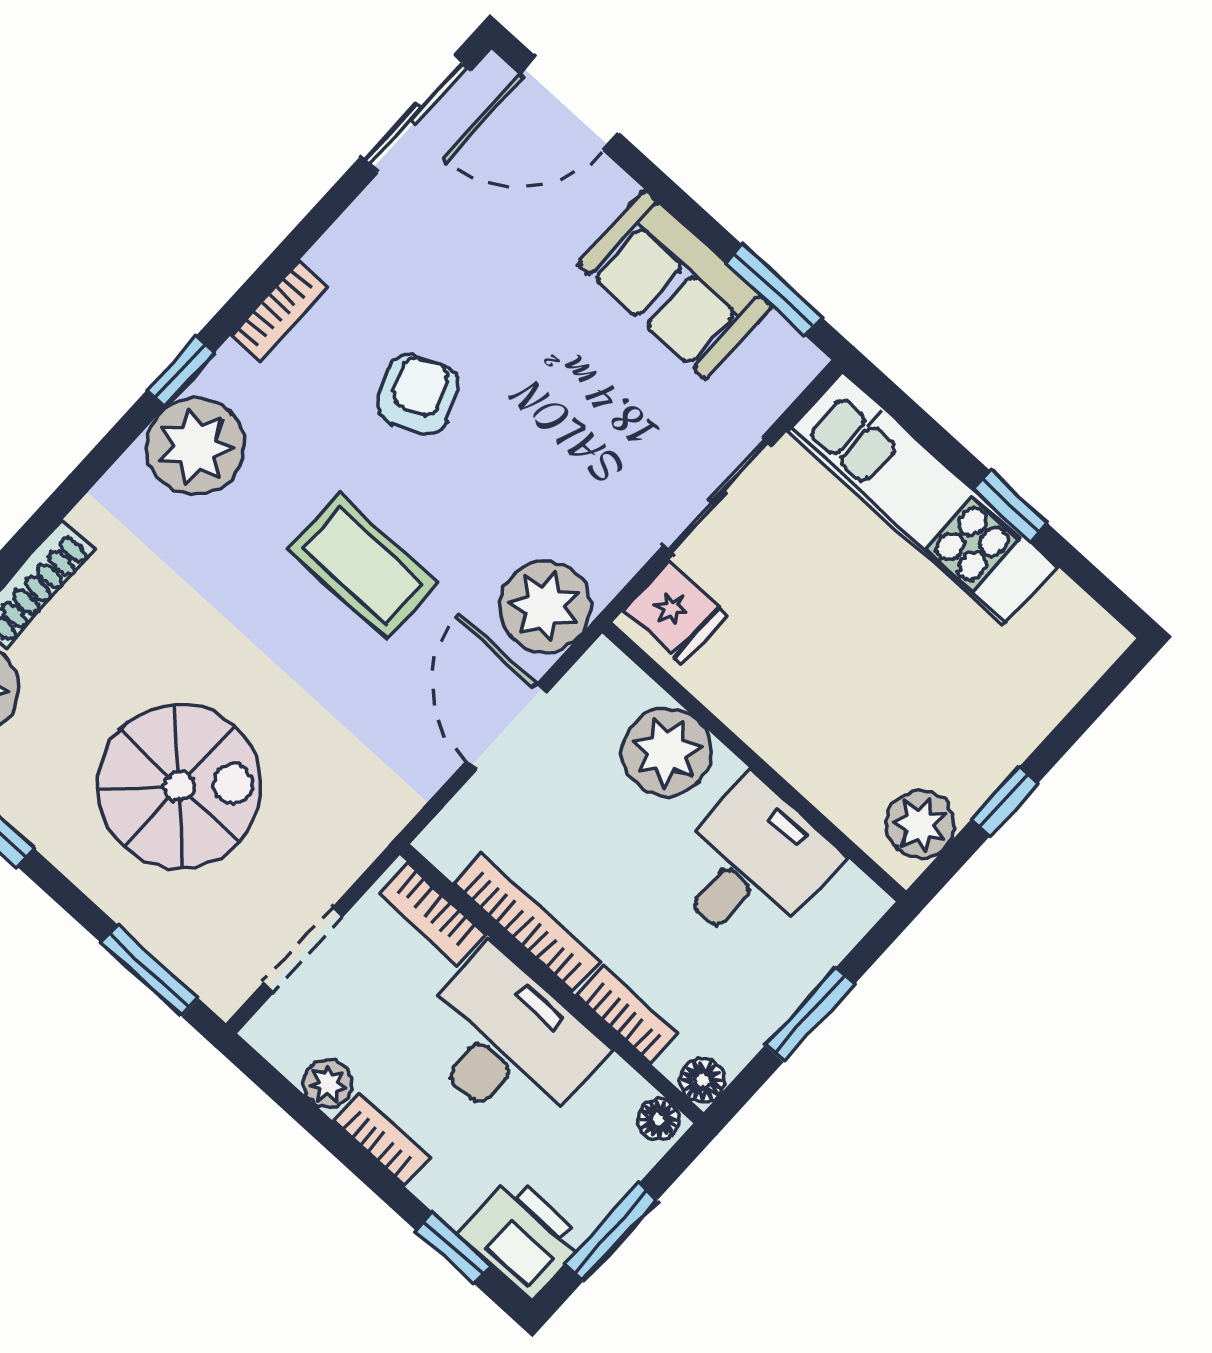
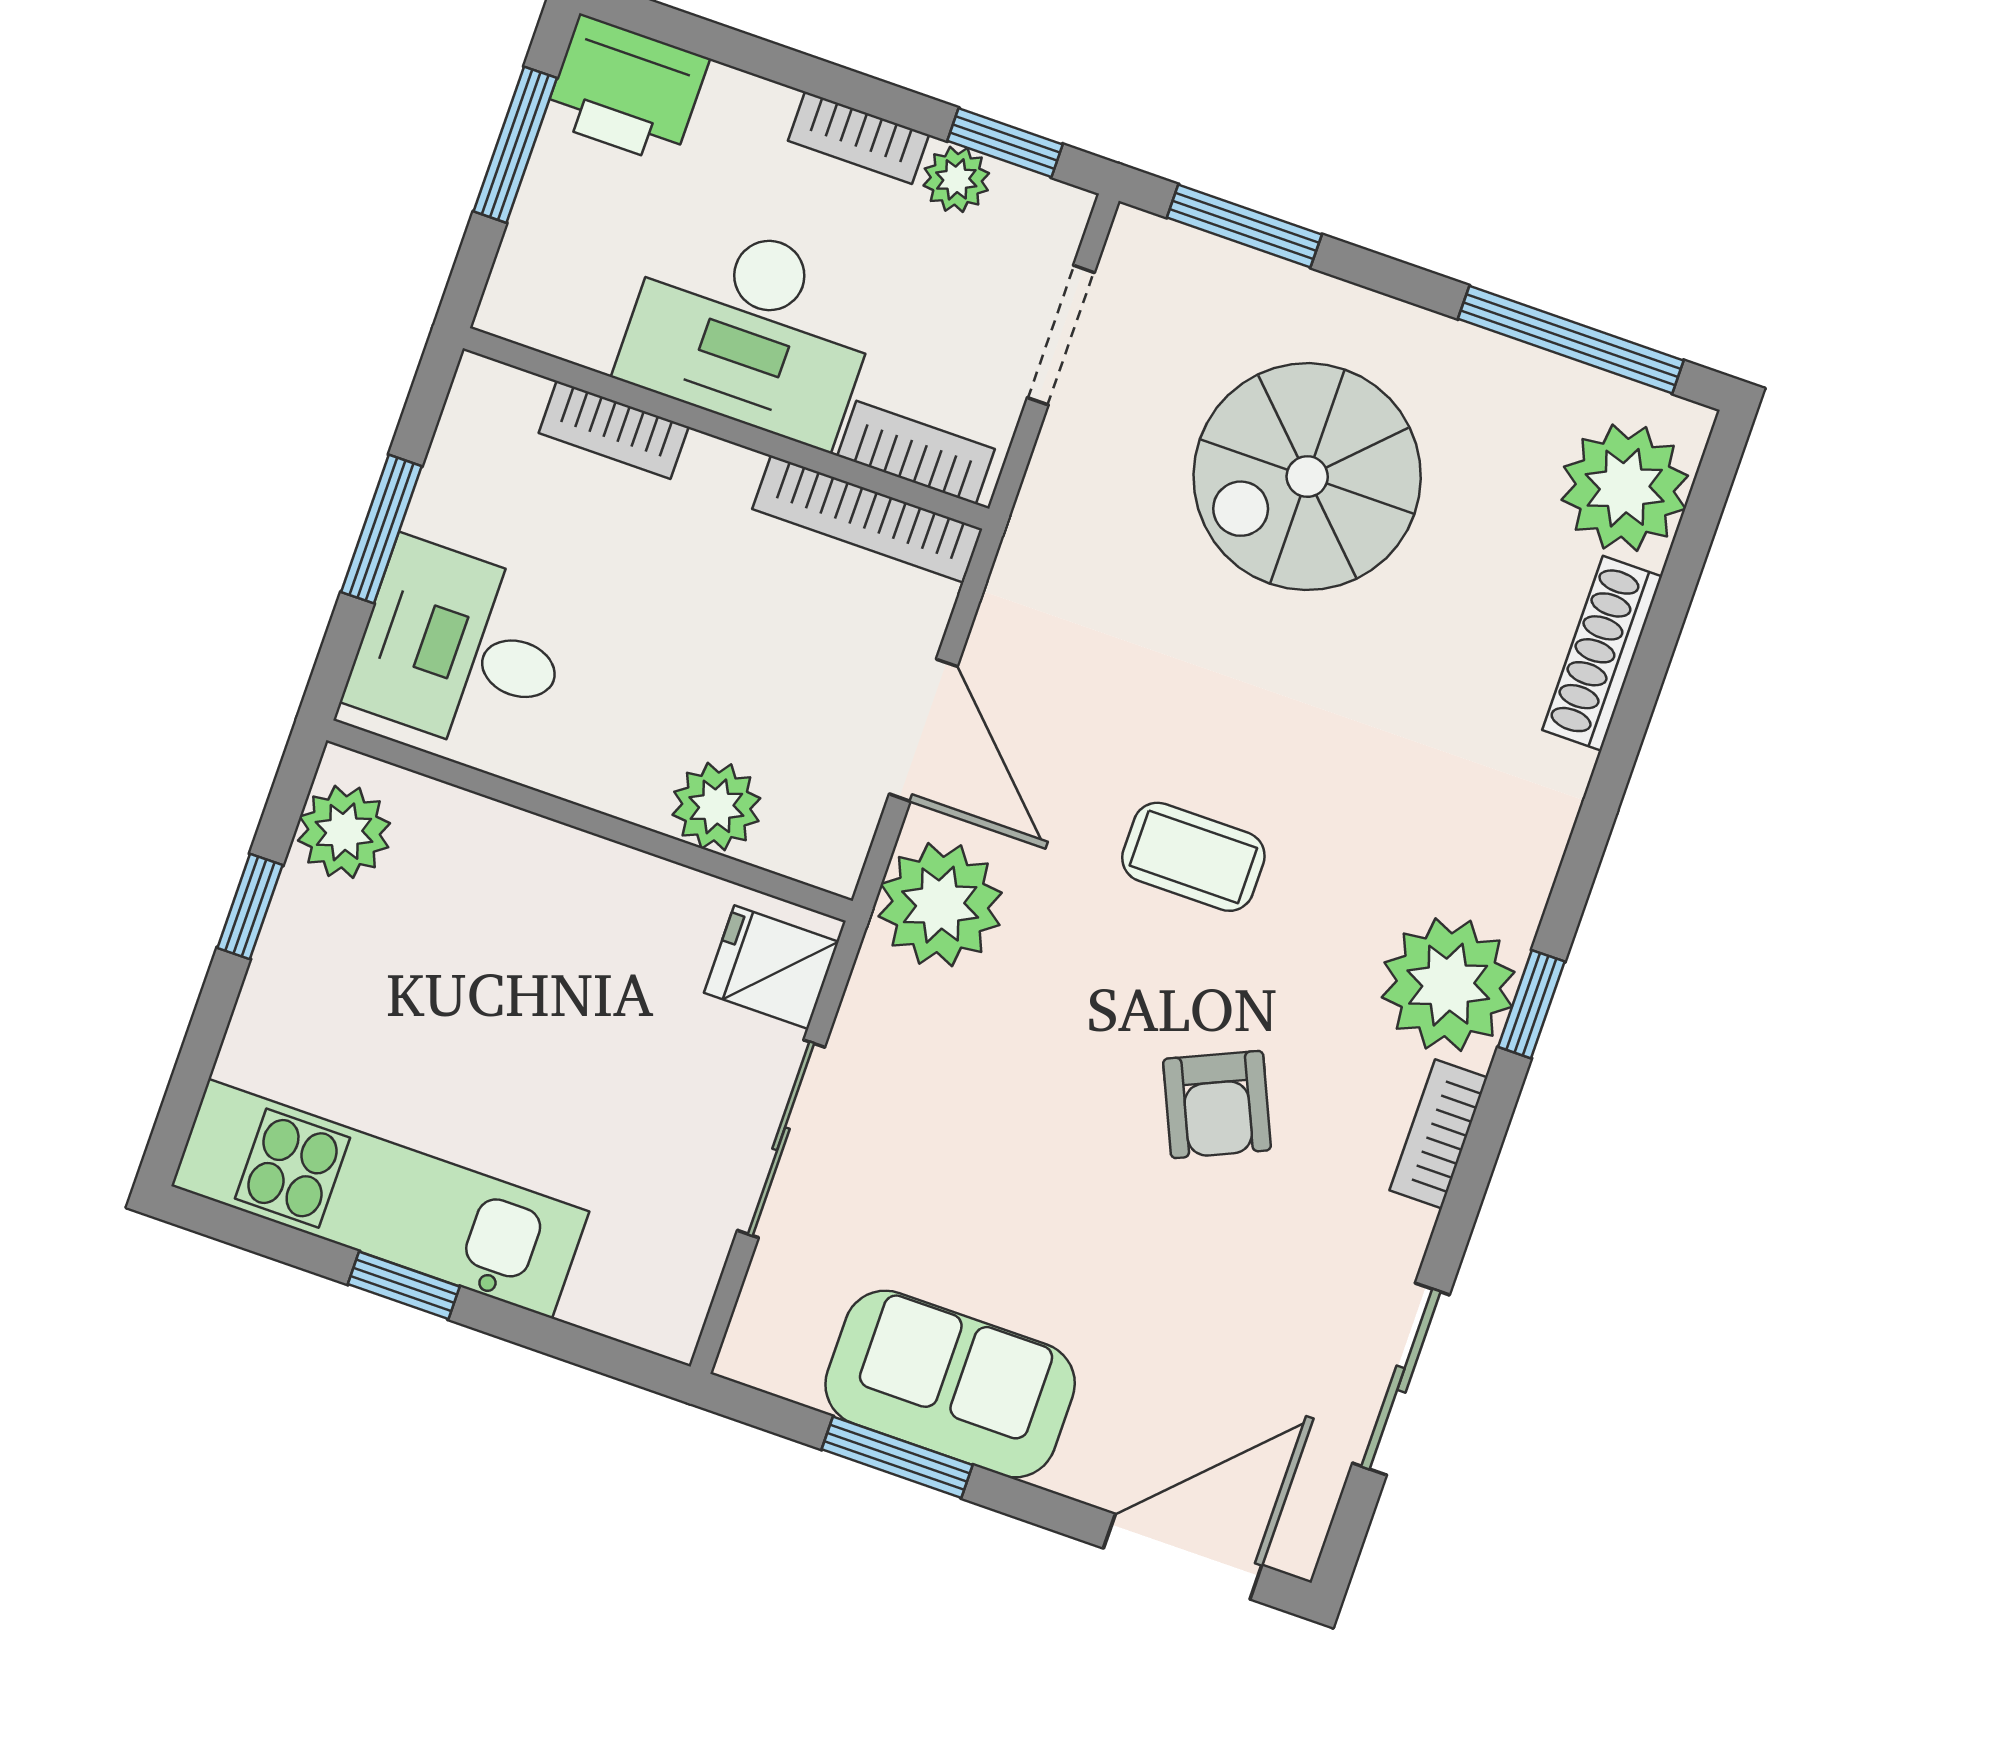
sliding door: (416, 114) -> (1401, 1379), moved
window: (773, 290) -> (897, 1457), moved
plant: (195, 446) -> (1448, 985), moved
kitchen unit: (923, 499) -> (380, 1199), moved
coffee table: (363, 566) -> (1193, 857), width x0.73, depth x0.77
plant: (667, 752) -> (716, 806), width x0.73, depth x0.73
desk: (751, 865) -> (461, 649), moved, turned 90
bookcase: (526, 922) -> (867, 519), moved
floor lamp: (702, 1081) -> (482, 387), removed
floor lamp: (658, 1119) -> (517, 314), removed
window: (453, 1248) -> (1005, 143), moved

